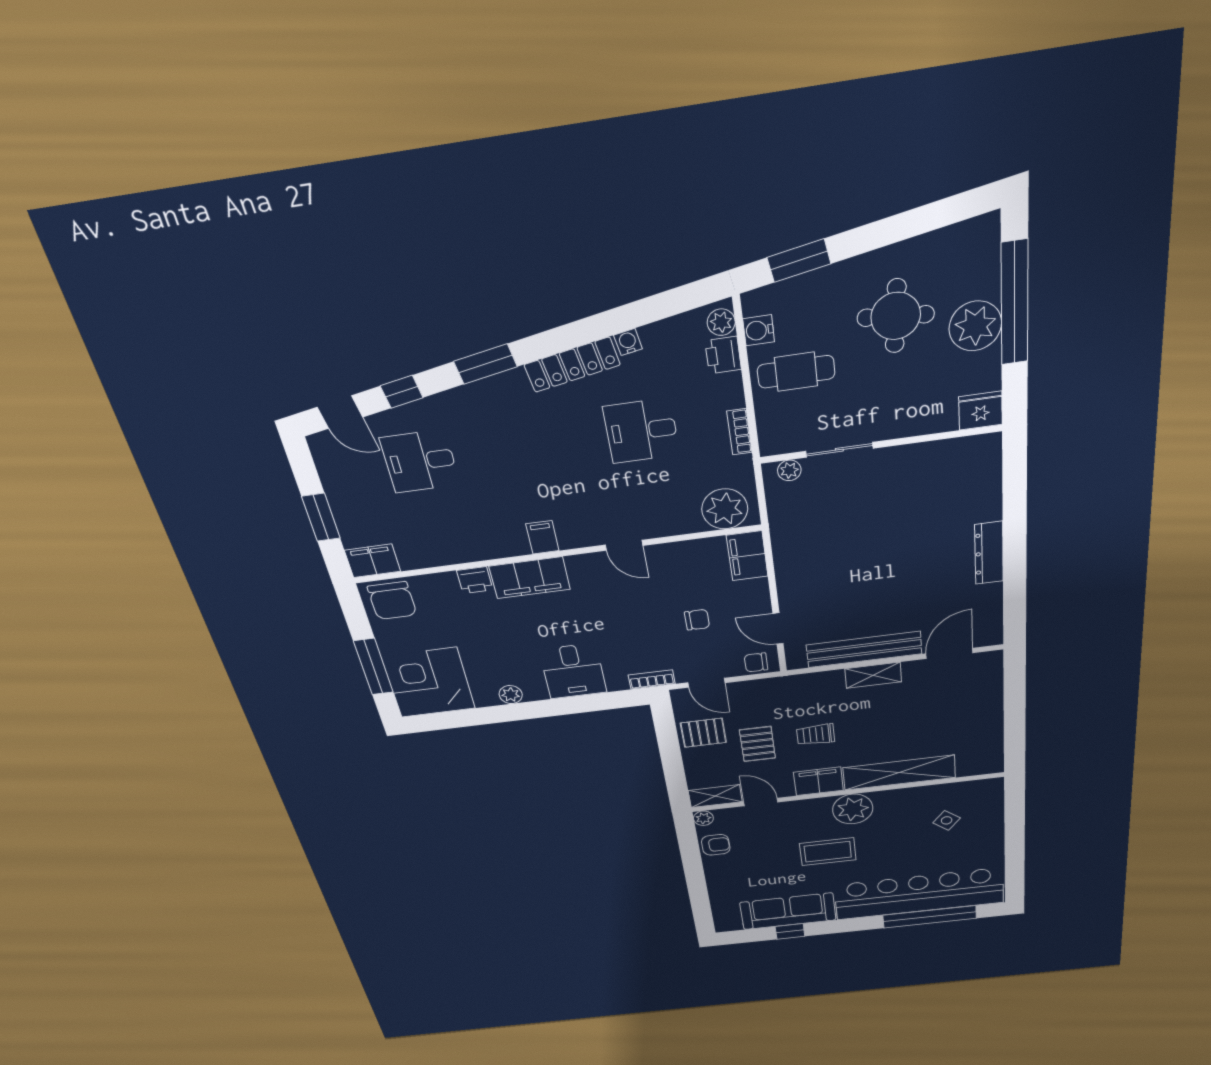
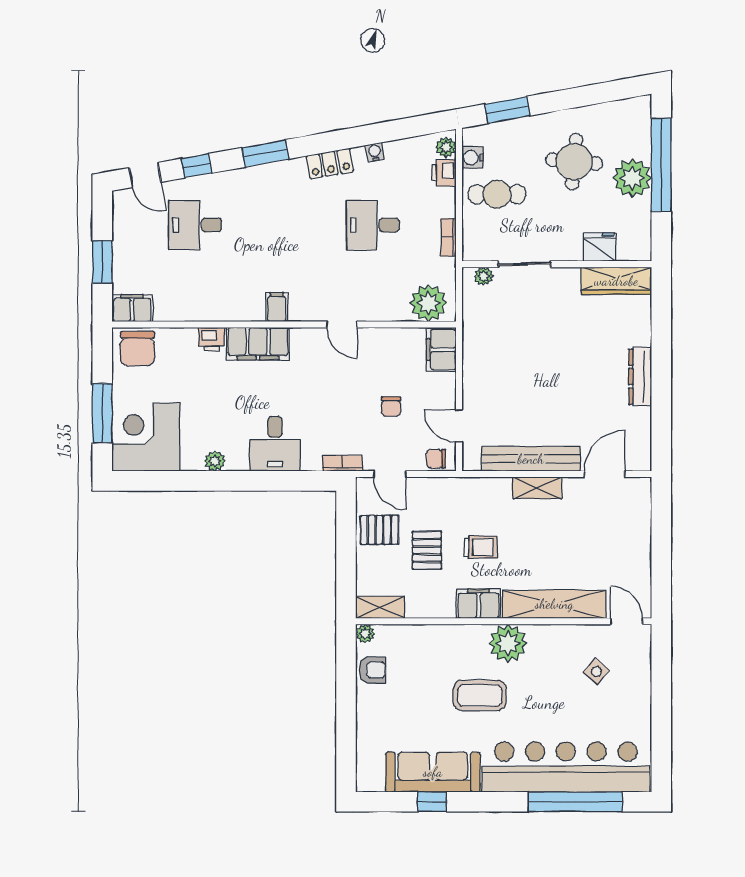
locker: (572, 365) -> (330, 164), width x0.66
fridge: (981, 411) -> (599, 247), moved
wardrobe: (957, 453) -> (616, 281), added
chair: (697, 620) -> (391, 406), turned 90
trolley: (816, 735) -> (481, 547), turned 180
door: (761, 802) -> (626, 621), moved

